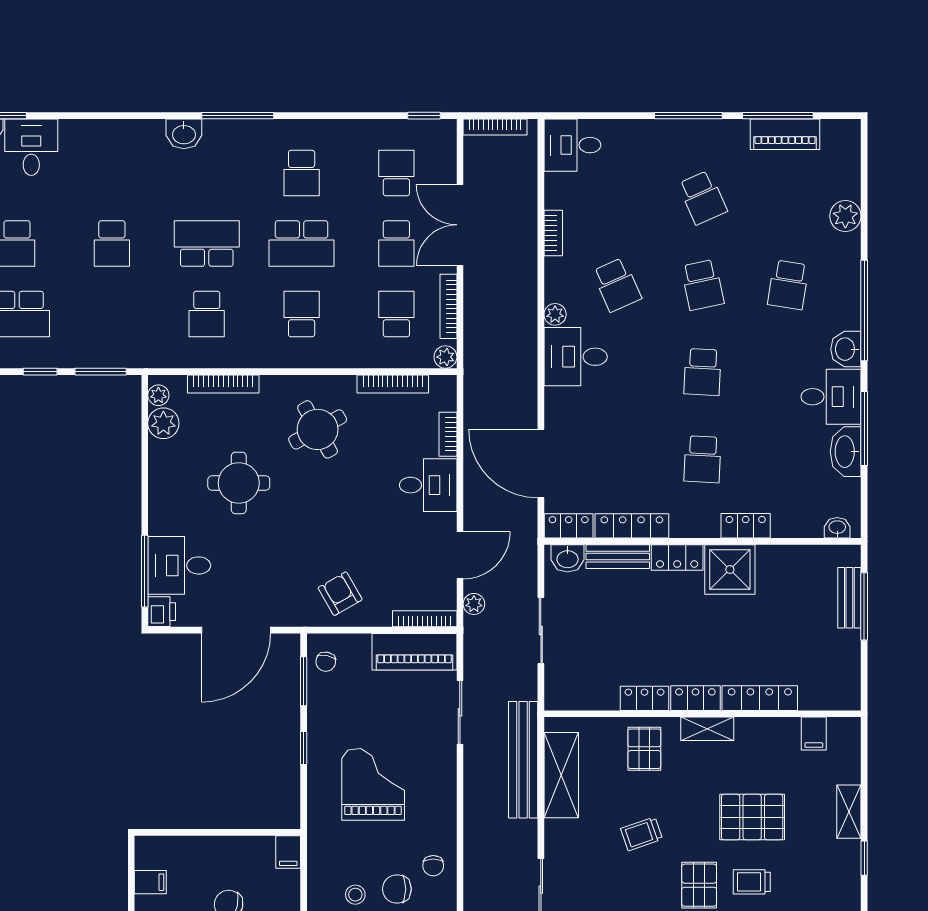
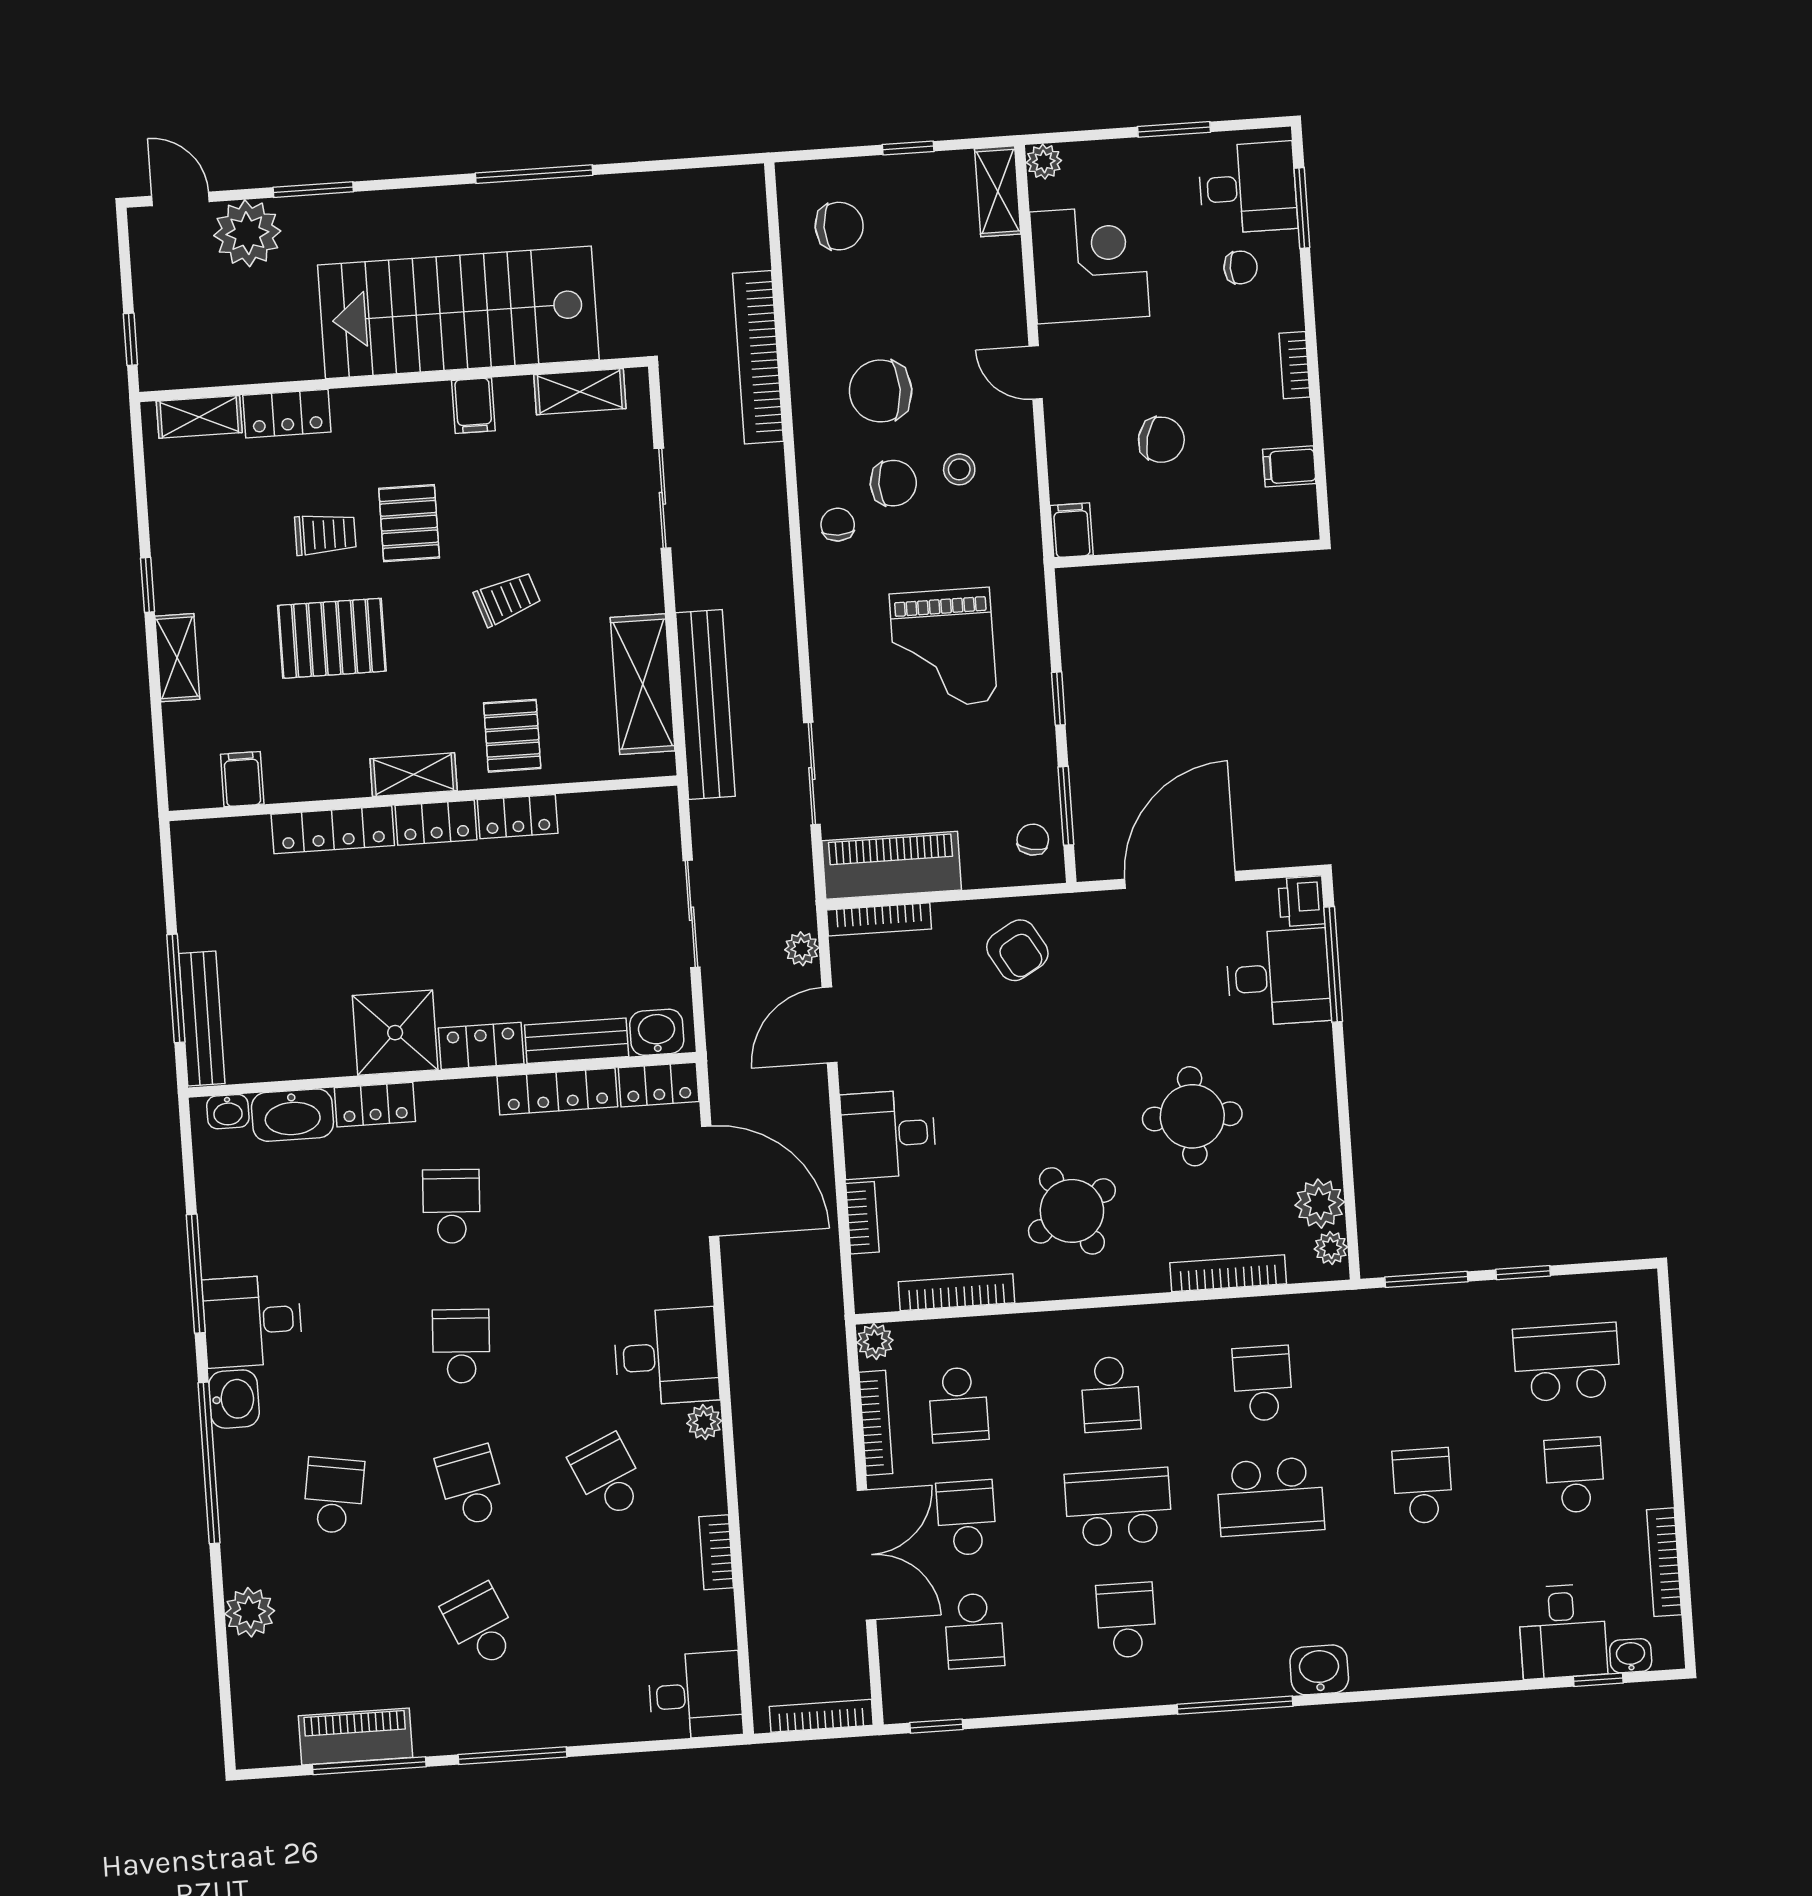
washbasin: (846, 452) -> (292, 1115), moved, turned 90
bench: (849, 598) -> (202, 1018), width x1.36

